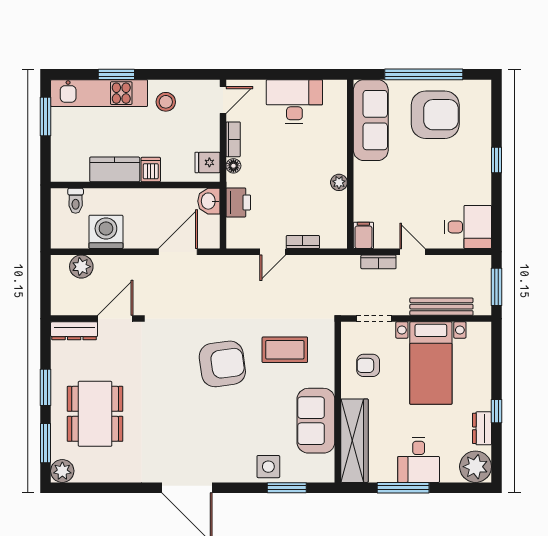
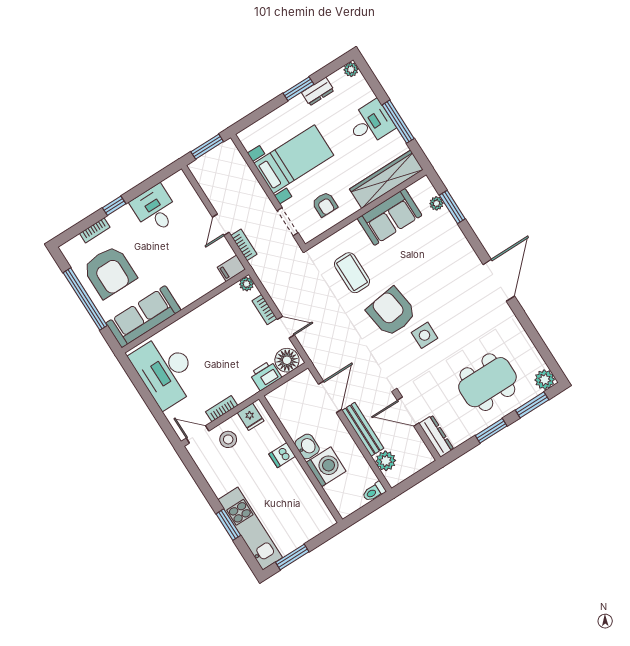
desk: (294, 101) -> (165, 371), width x1.36, depth x1.30
stool: (166, 102) -> (228, 439), moved
armchair: (435, 115) -> (109, 272), turned 180
bookcase: (485, 126) -> (95, 230), added
floor lamp: (233, 166) -> (287, 360), moved, width x1.89, depth x1.89
kitchen counter: (115, 169) -> (299, 482), removed
plant: (339, 182) -> (247, 284), moved
toilet: (76, 201) -> (374, 492), moved, turned 180
washbasin: (209, 201) -> (307, 446), moved, turned -90
desk: (468, 227) -> (155, 209), moved
washing machine: (106, 232) -> (326, 467), moved, turned 180
door: (178, 252) -> (330, 397), swing flipped
bench: (441, 307) -> (363, 429), moved
window: (497, 411) -> (298, 89), width x1.50
side table: (268, 467) -> (425, 335), moved
plant: (476, 467) -> (351, 69), width x0.53, depth x0.53
plant: (300, 475) -> (436, 203), added

